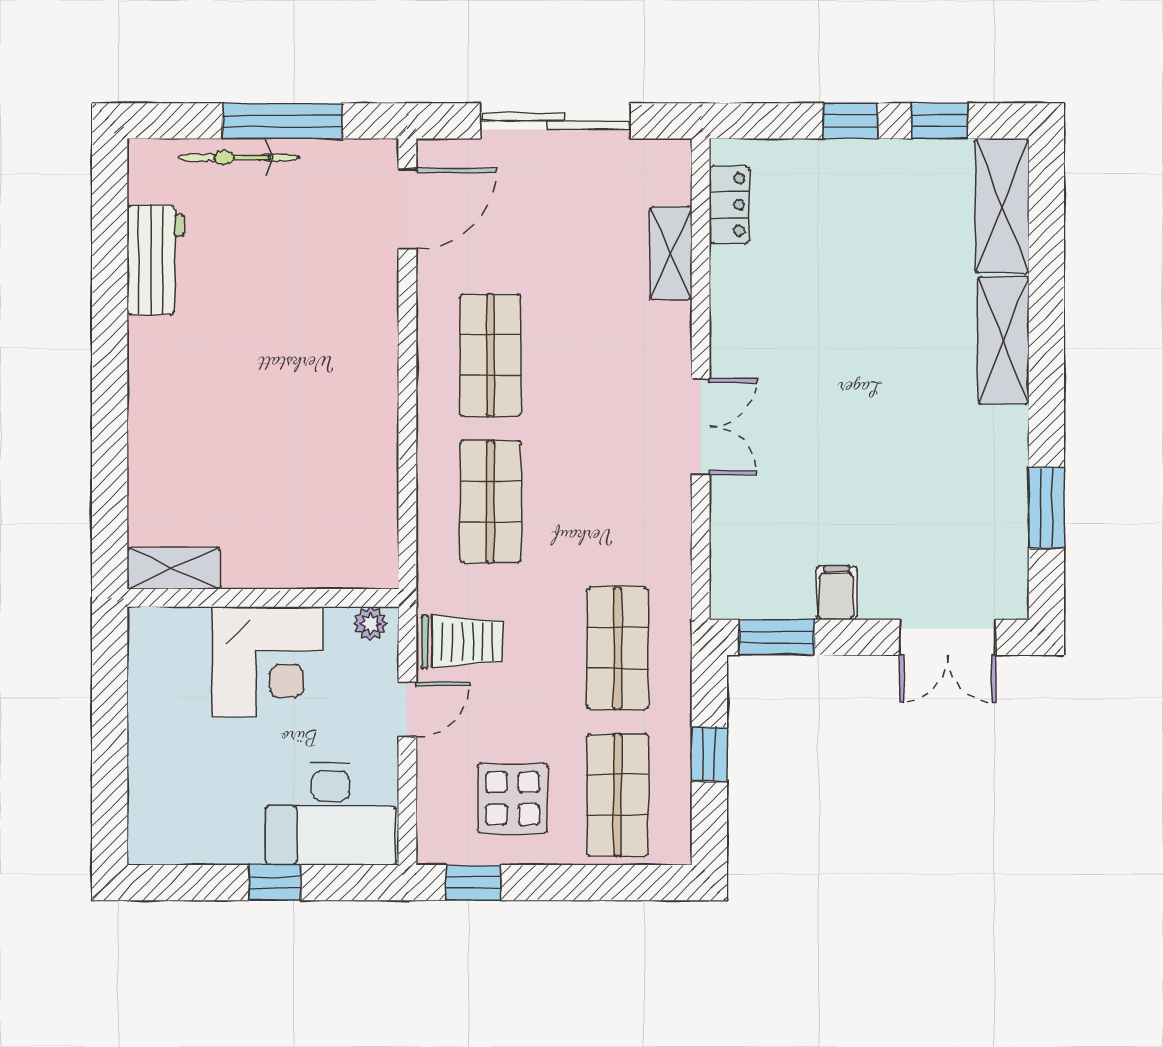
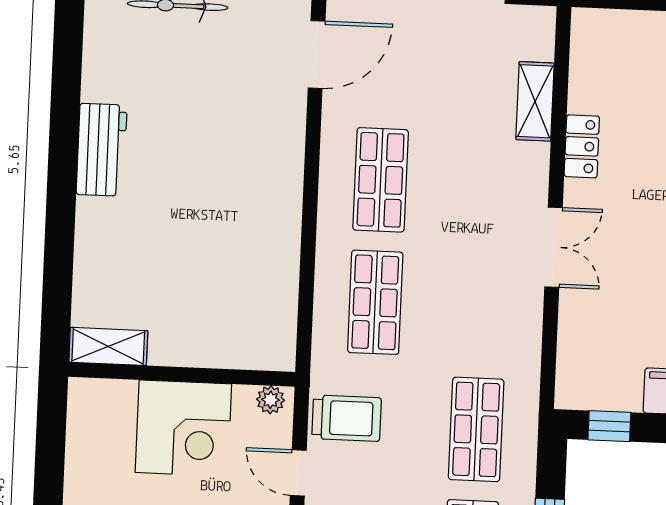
locker: (729, 205) -> (582, 146), moved
workbench: (155, 260) -> (102, 150), moved
window: (777, 637) -> (609, 426), width x0.67
door: (407, 710) -> (298, 473), swing flipped

